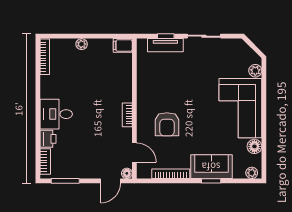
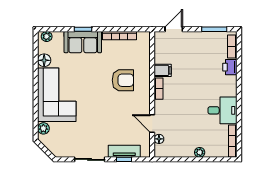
filing cabinet: (123, 45) -> (163, 70), moved
desk: (56, 114) -> (222, 110), moved
armchair: (167, 124) -> (123, 80), turned 90
door: (134, 153) -> (152, 124), moved
floor lamp: (127, 173) -> (159, 139), moved

